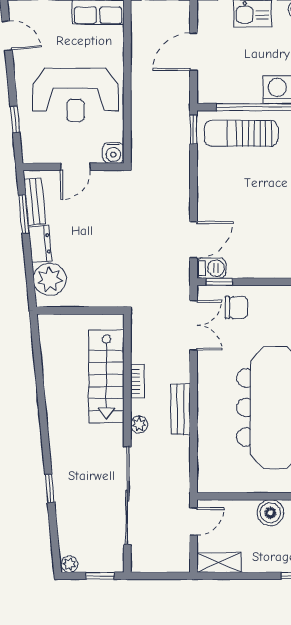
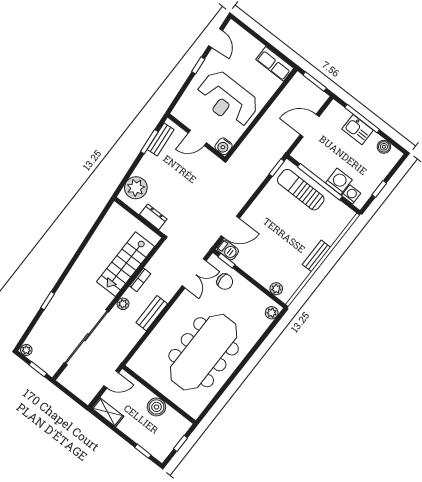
window: (15, 120) -> (198, 65), moved
dresser: (40, 244) -> (153, 217), moved, turned -85

